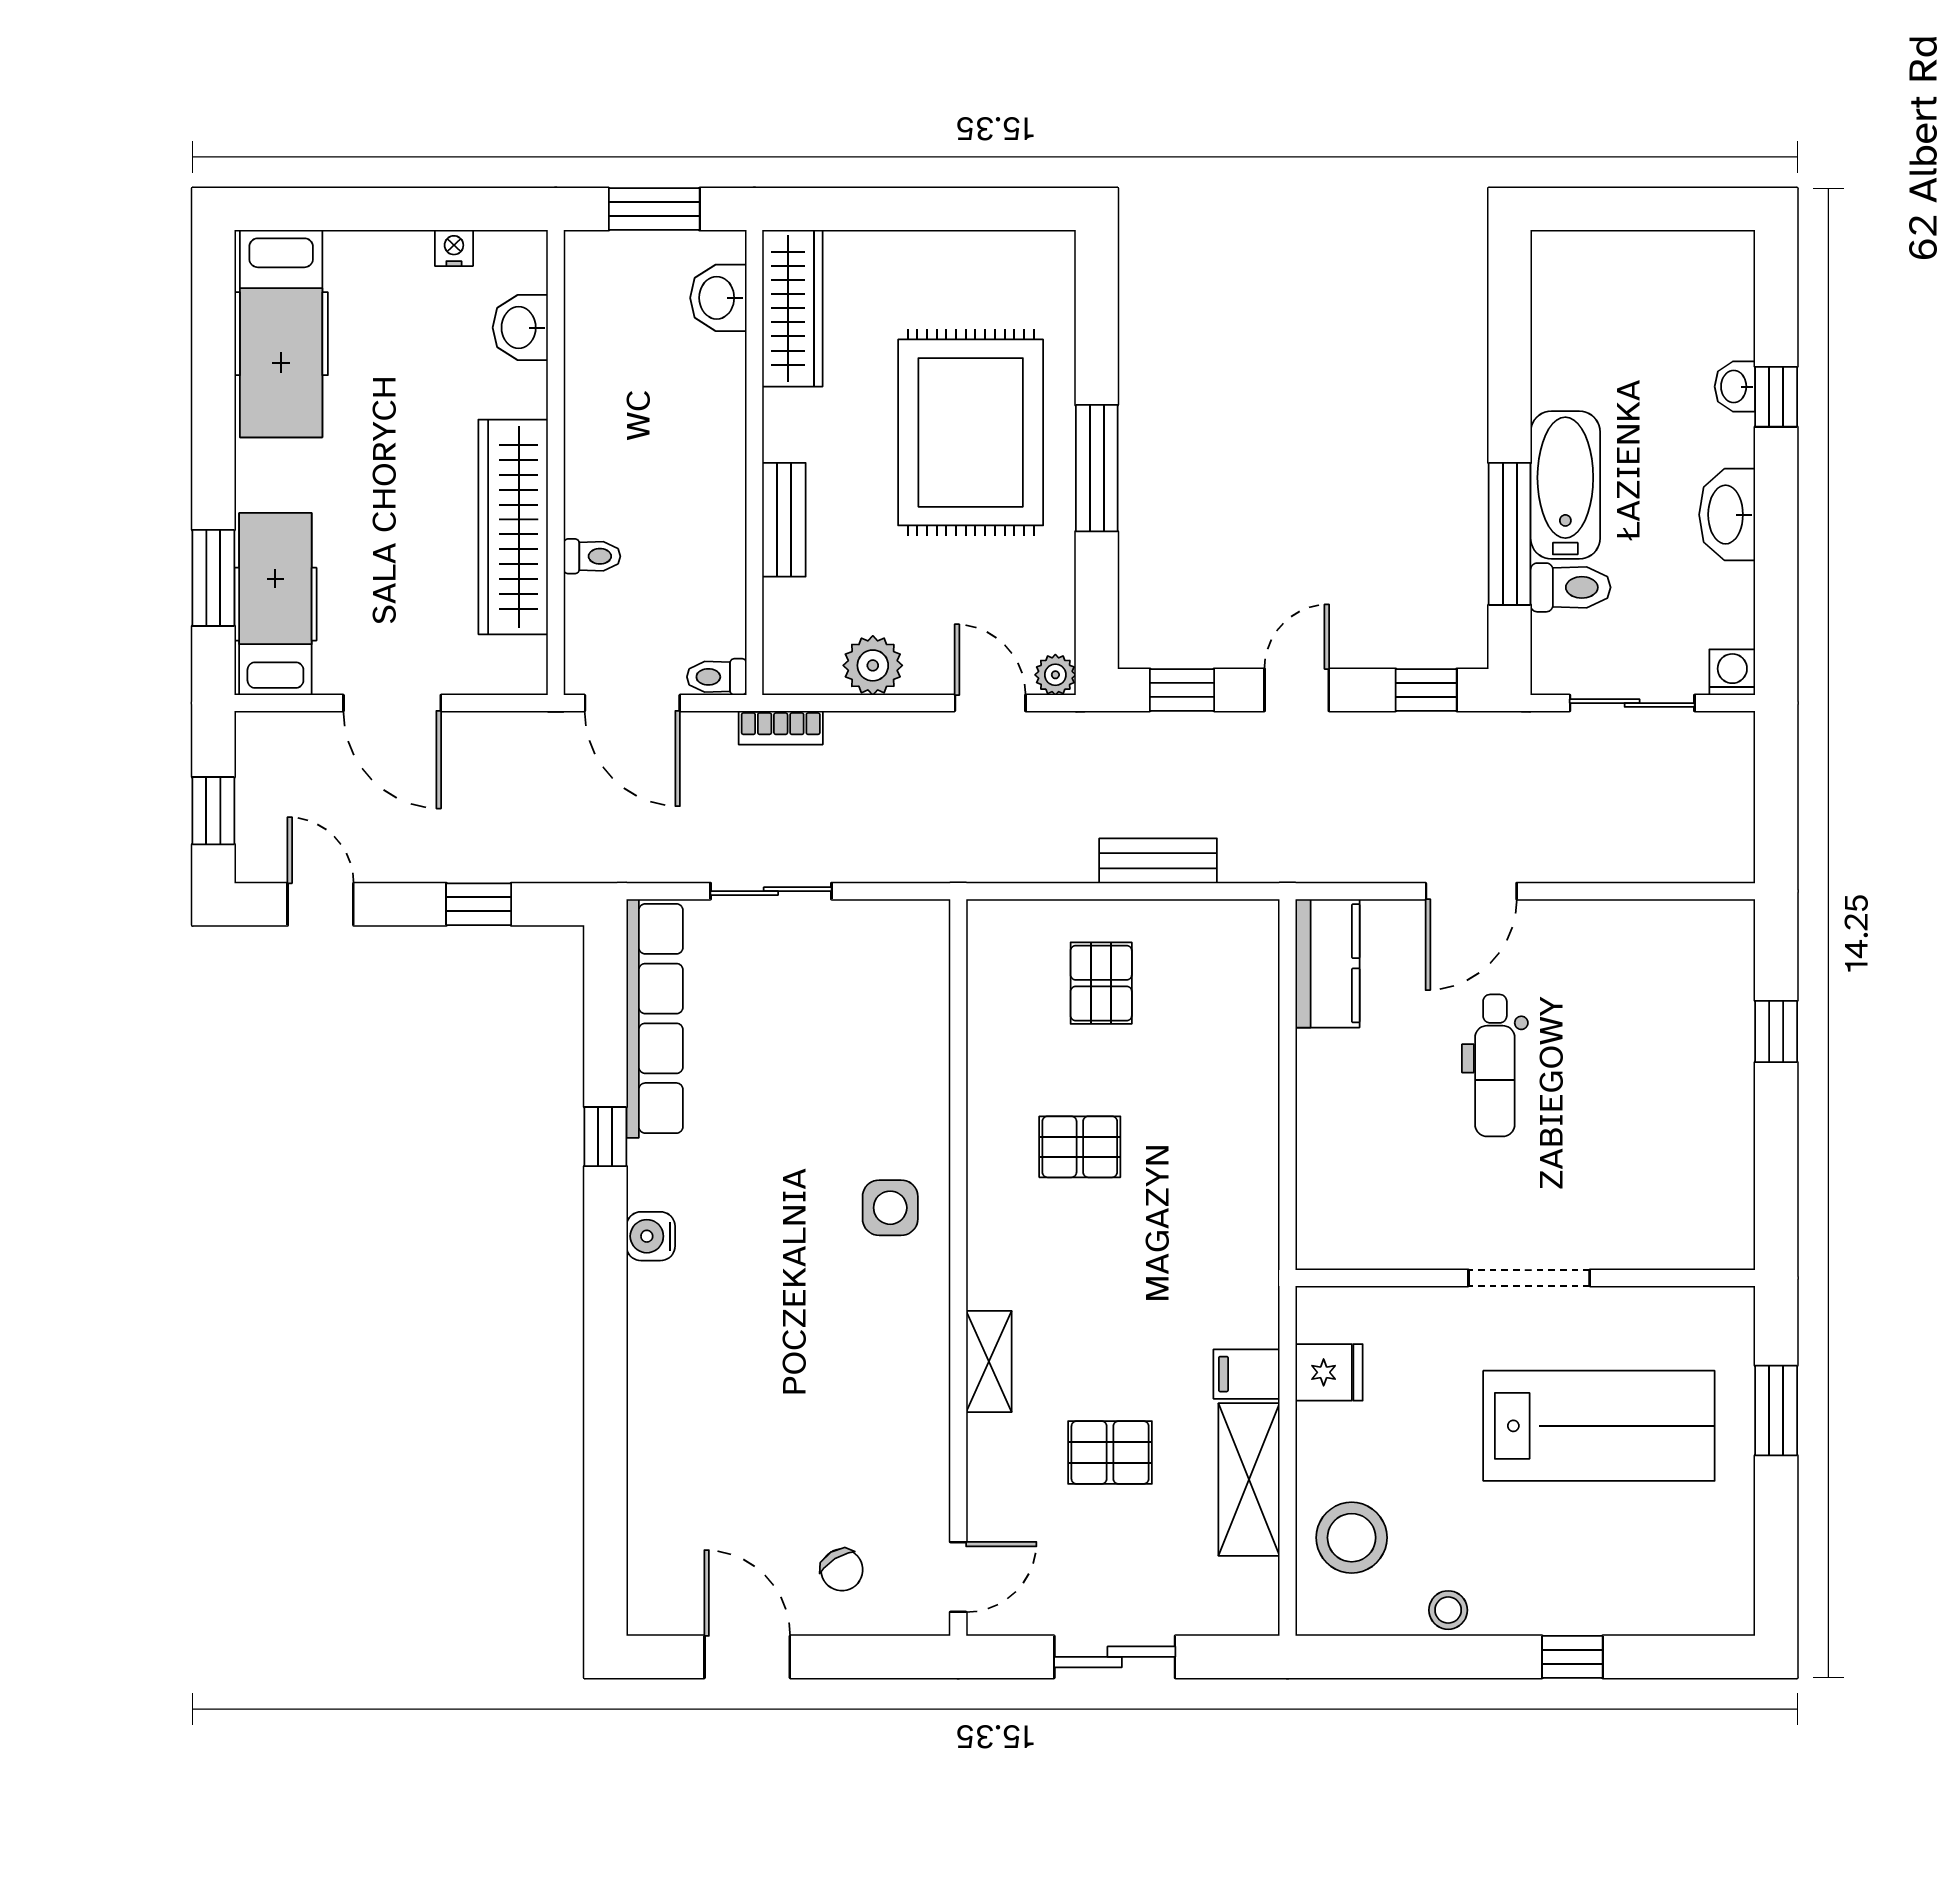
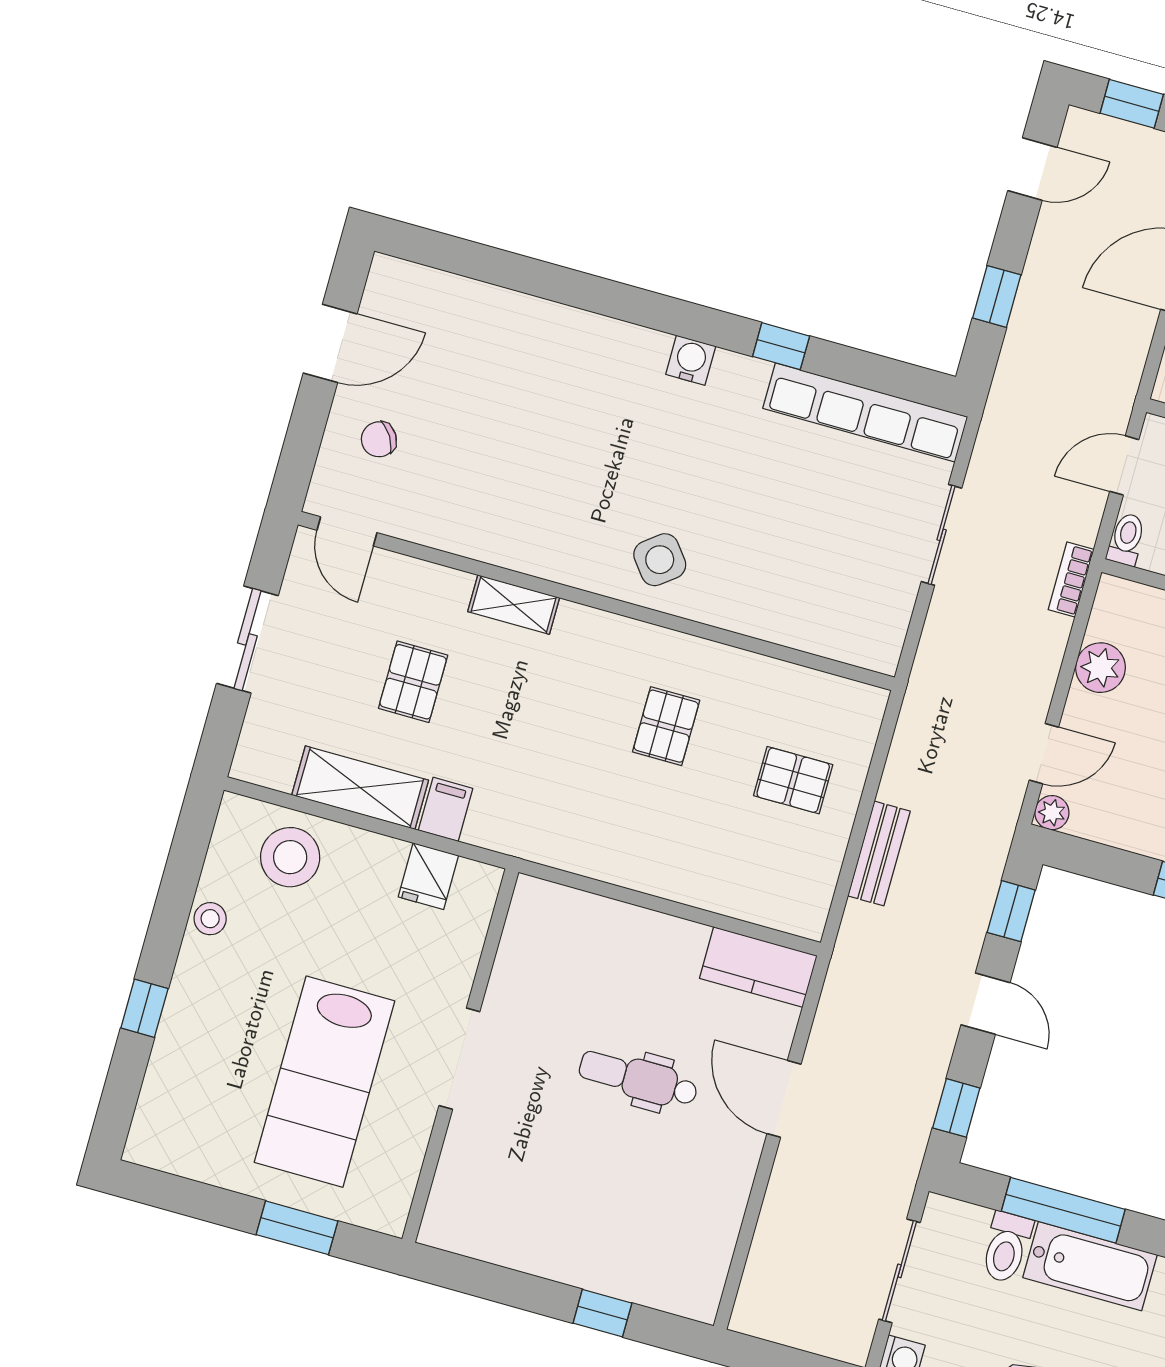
door: (632, 703) -> (1124, 465), width x0.73
side table: (890, 1208) -> (660, 560), turned -38

